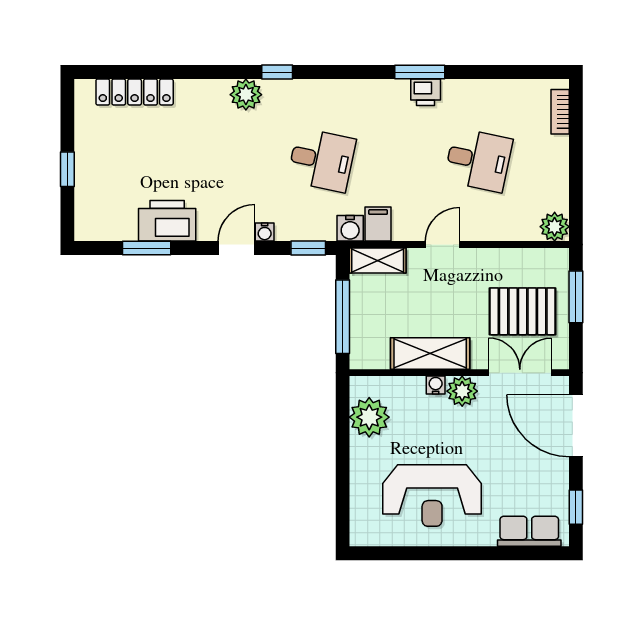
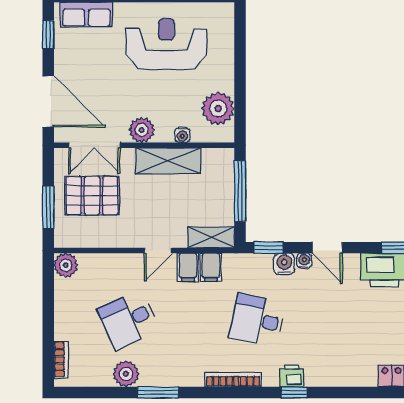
window: (420, 72) -> (158, 392), moved
bookcase: (351, 88) -> (233, 380), added
printer: (426, 92) -> (292, 376), moved
plant: (246, 95) -> (126, 374), moved
desk: (478, 160) -> (128, 320), turned -36
filing cabinet: (406, 224) -> (188, 267), added
water cooler: (350, 228) -> (284, 264), moved
door: (237, 248) -> (327, 248), hinge flipped
water cooler: (436, 385) -> (182, 135), moved

